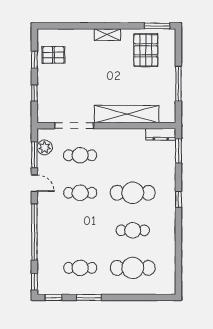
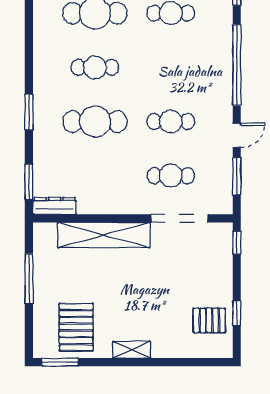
window: (34, 93) -> (237, 243), moved
plant: (45, 147) -> (222, 187), removed
door: (34, 183) -> (237, 135), swing flipped
window: (178, 199) -> (29, 112), width x1.50

